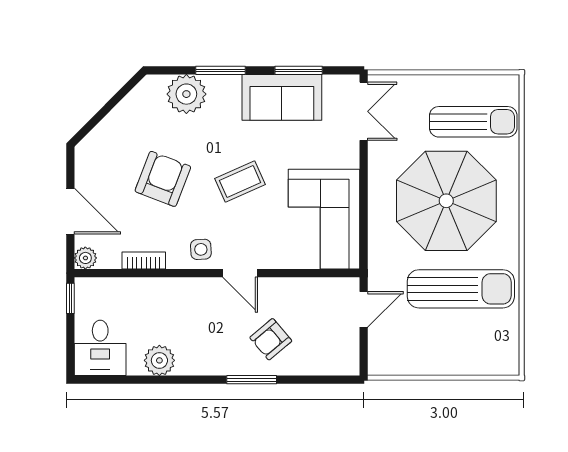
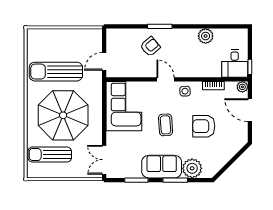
sofa: (282, 97) -> (162, 167), moved
armchair: (163, 179) -> (204, 126), turned 69
coffee table: (240, 182) -> (166, 125), turned -70
desk: (100, 348) -> (235, 64), moved, turned 180

